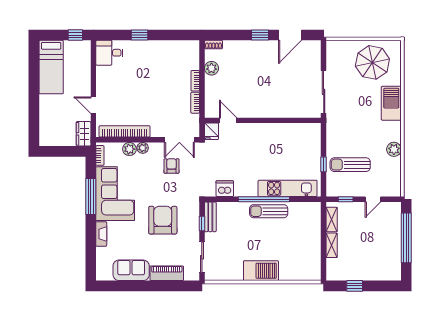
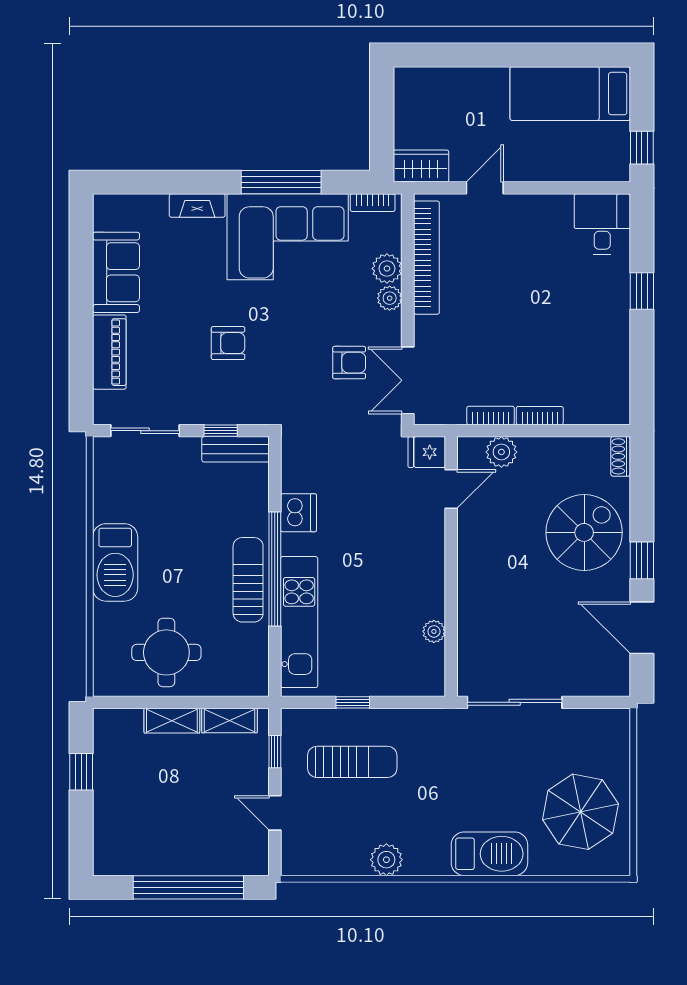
spiral stairs: (248, 61) -> (584, 532), added
plant: (211, 68) -> (501, 452), moved
plant: (292, 128) -> (434, 631), added
sun lounger: (350, 165) -> (352, 762), turned 90
dishwasher: (225, 189) -> (298, 513), moved
armchair: (163, 220) -> (228, 343), width x0.53, depth x0.53
round table: (301, 248) -> (166, 652), added

